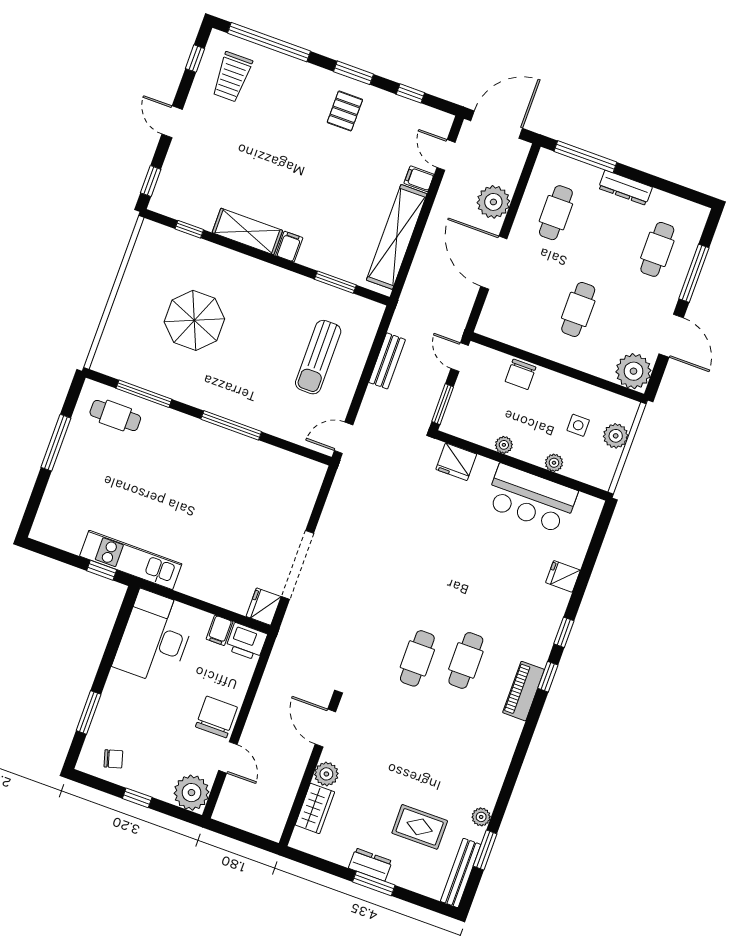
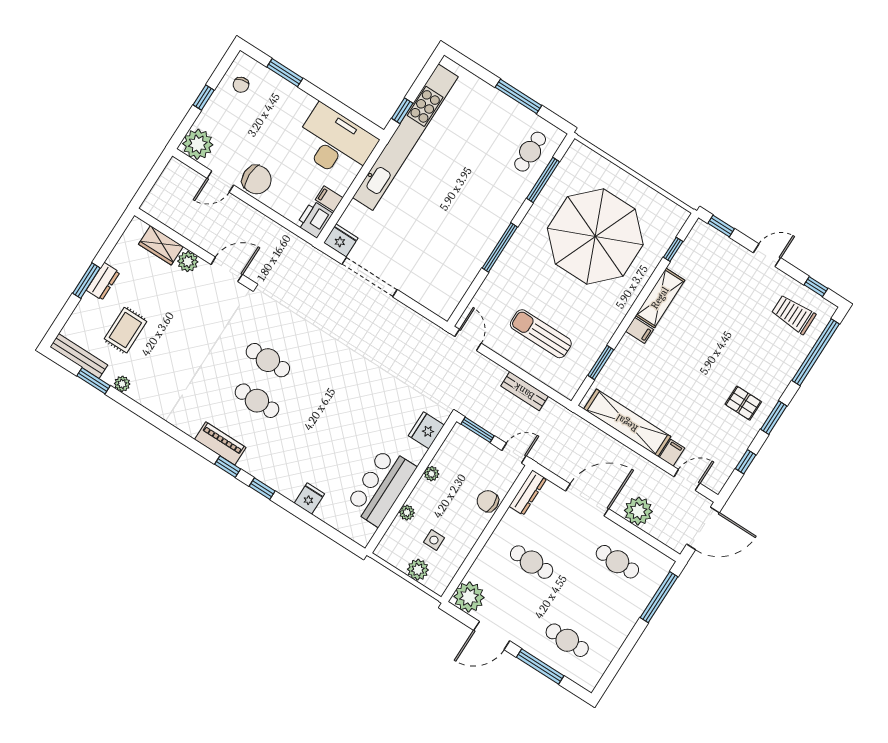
door: (497, 125) -> (703, 528), hinge flipped
dresser: (625, 188) -> (528, 492), moved, turned 180
parasol: (194, 320) -> (595, 236), width x1.86, depth x1.86
kitchen unit: (131, 560) -> (405, 137), width x1.86

